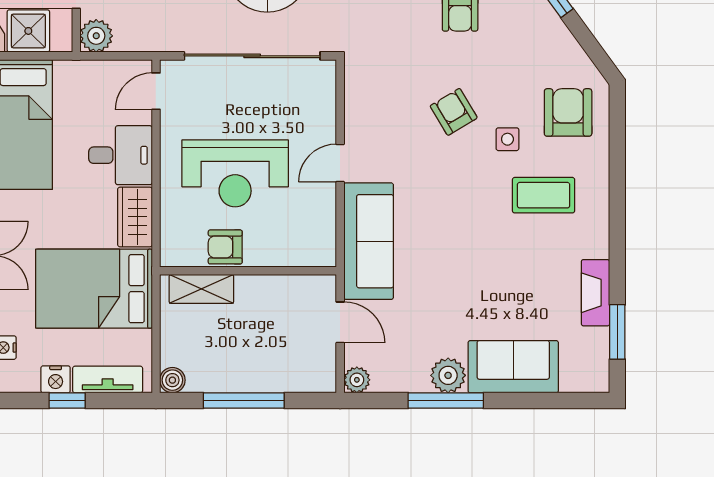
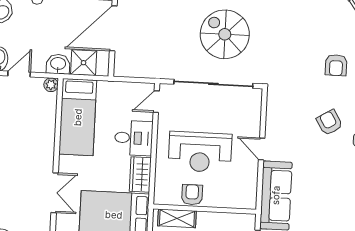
plant: (96, 36) -> (123, 68), removed
door: (340, 163) -> (262, 149), hinge flipped
armchair: (225, 247) -> (192, 195), turned 90

